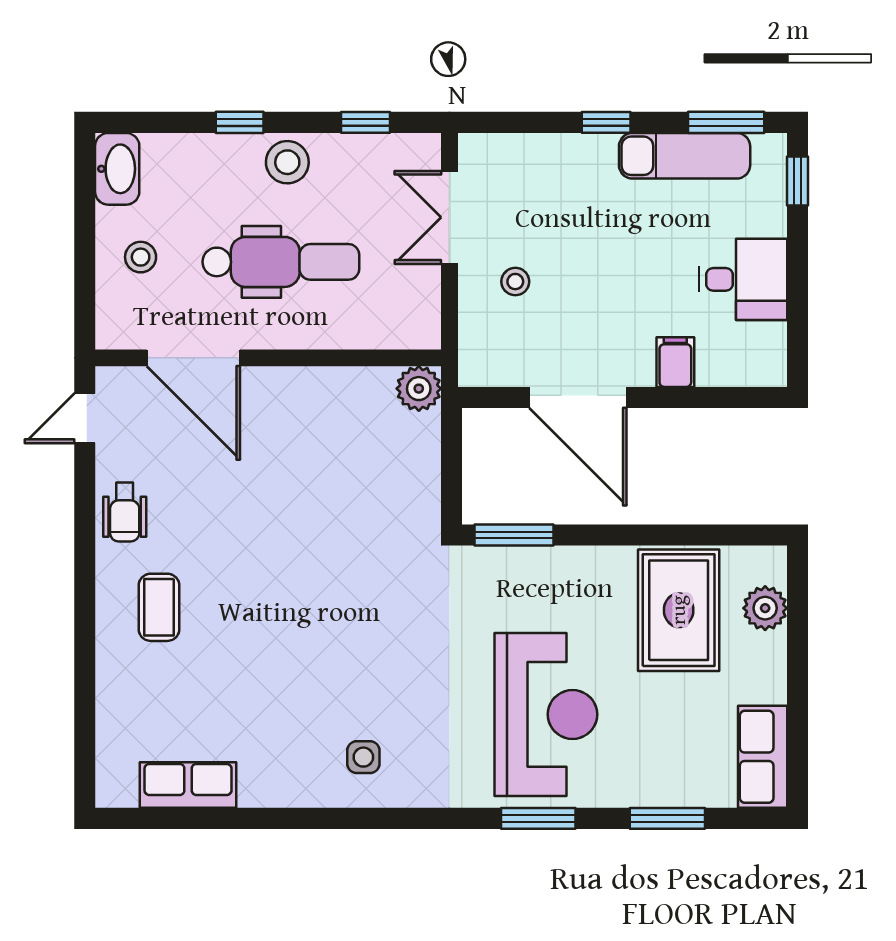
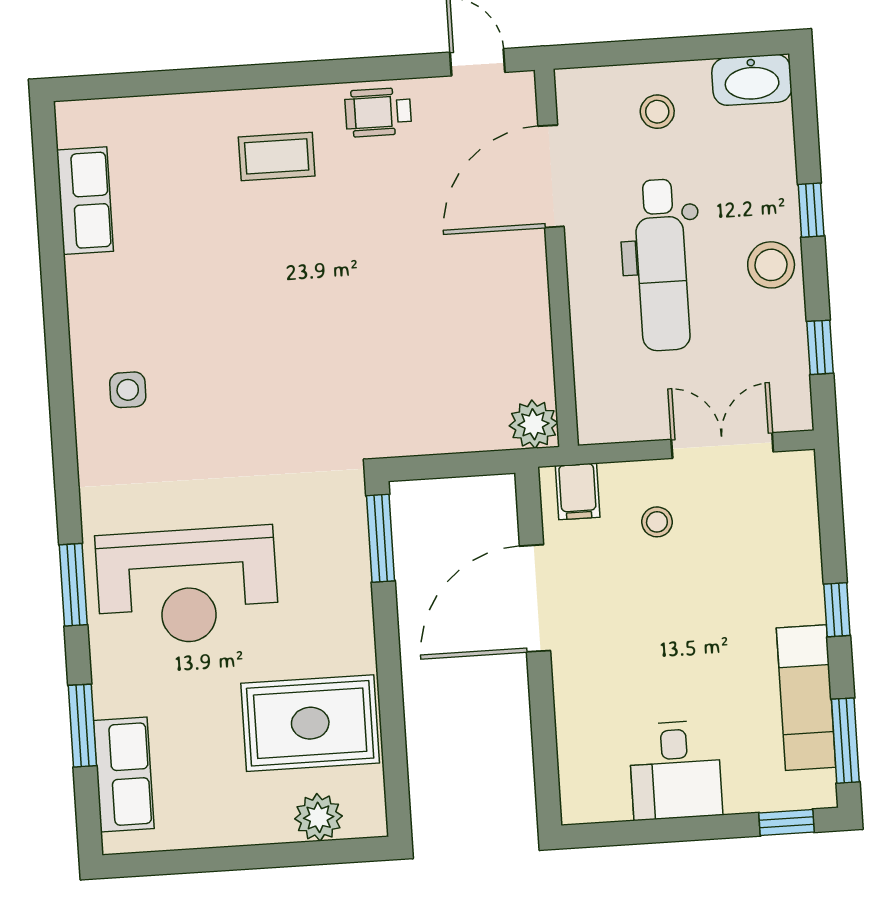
filing cabinet: (675, 362) -> (578, 491), moved, turned 90
row of seats: (763, 757) -> (124, 774), moved, turned 90

